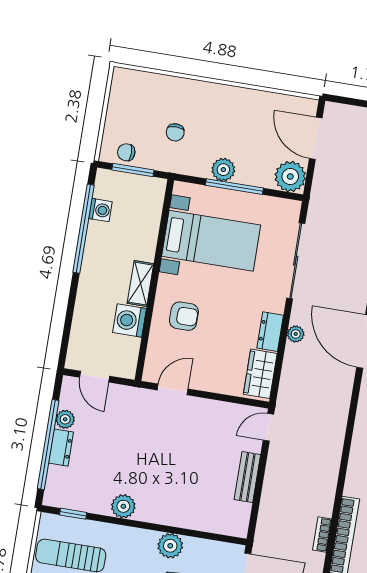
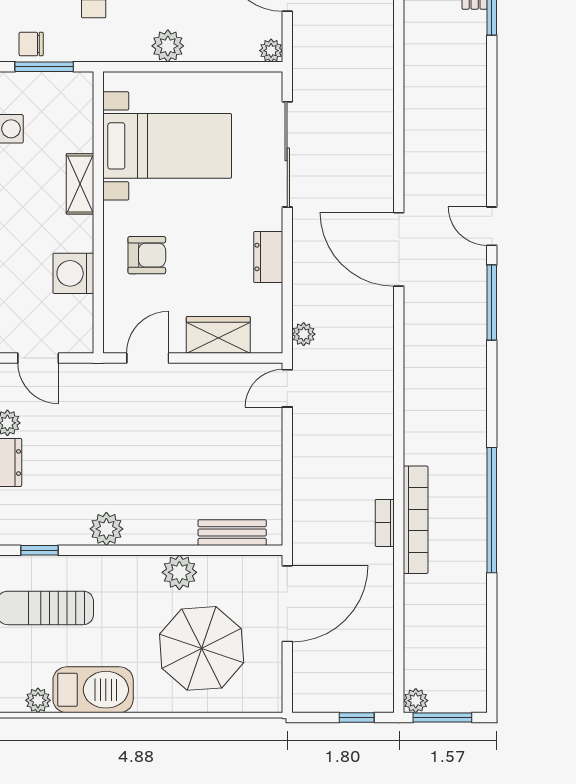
plant: (290, 177) -> (271, 51), width x0.53, depth x0.53
window: (234, 187) -> (187, 67), removed
shelving: (140, 284) -> (80, 184), moved
plant: (296, 334) -> (304, 334), moved
wardrobe: (260, 374) -> (218, 335), moved, turned 90
bench: (247, 477) -> (232, 533), moved, turned 90

